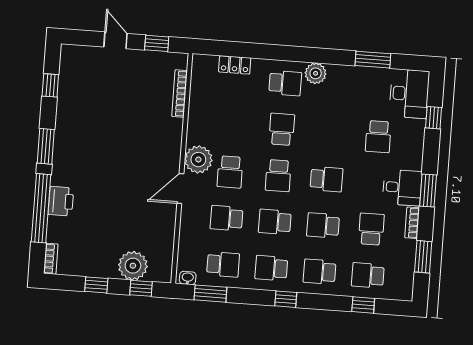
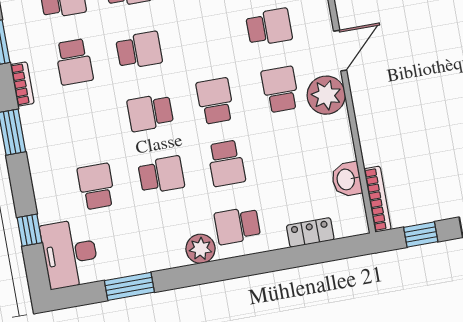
bookcase: (180, 94) -> (378, 199), moved
washbasin: (199, 96) -> (347, 179), added
desk: (402, 188) -> (47, 127), removed
school desk: (275, 222) -> (161, 175), moved

